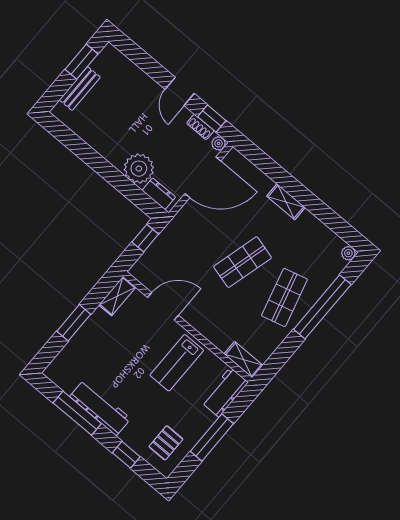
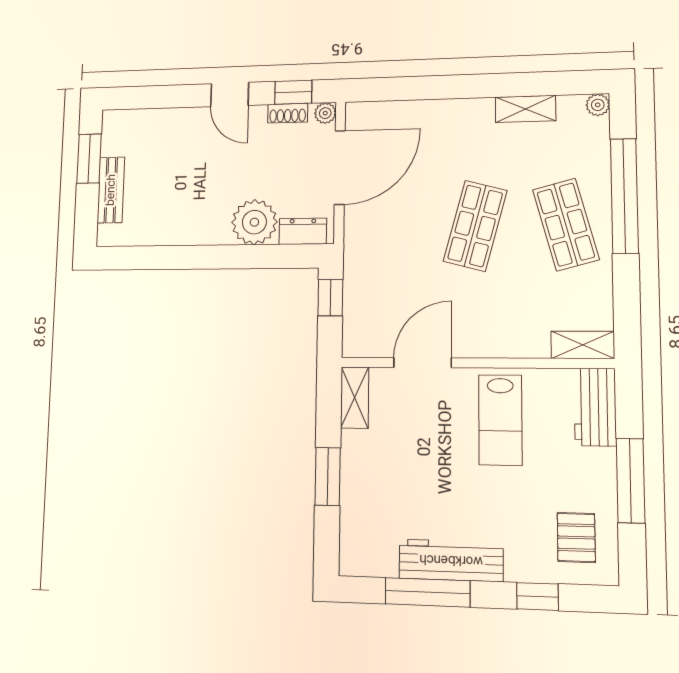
shelving: (286, 202) -> (526, 109), moved

